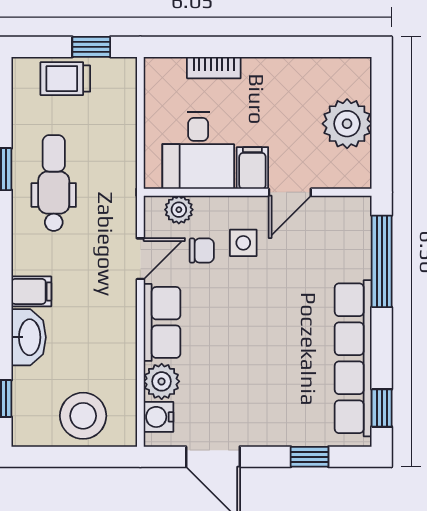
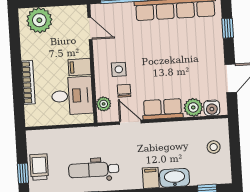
window: (91, 47) -> (23, 173), moved
bookcase: (214, 68) -> (28, 82), width x1.56
trolley: (65, 79) -> (39, 167), turned 180
plant: (347, 124) -> (39, 20), moved
door: (290, 192) -> (90, 29), moved
stool: (83, 416) -> (214, 147), width x0.53, depth x0.53

